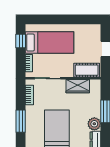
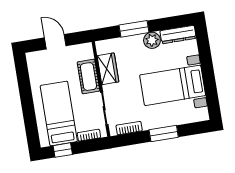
cot: (87, 70) -> (88, 77), moved

